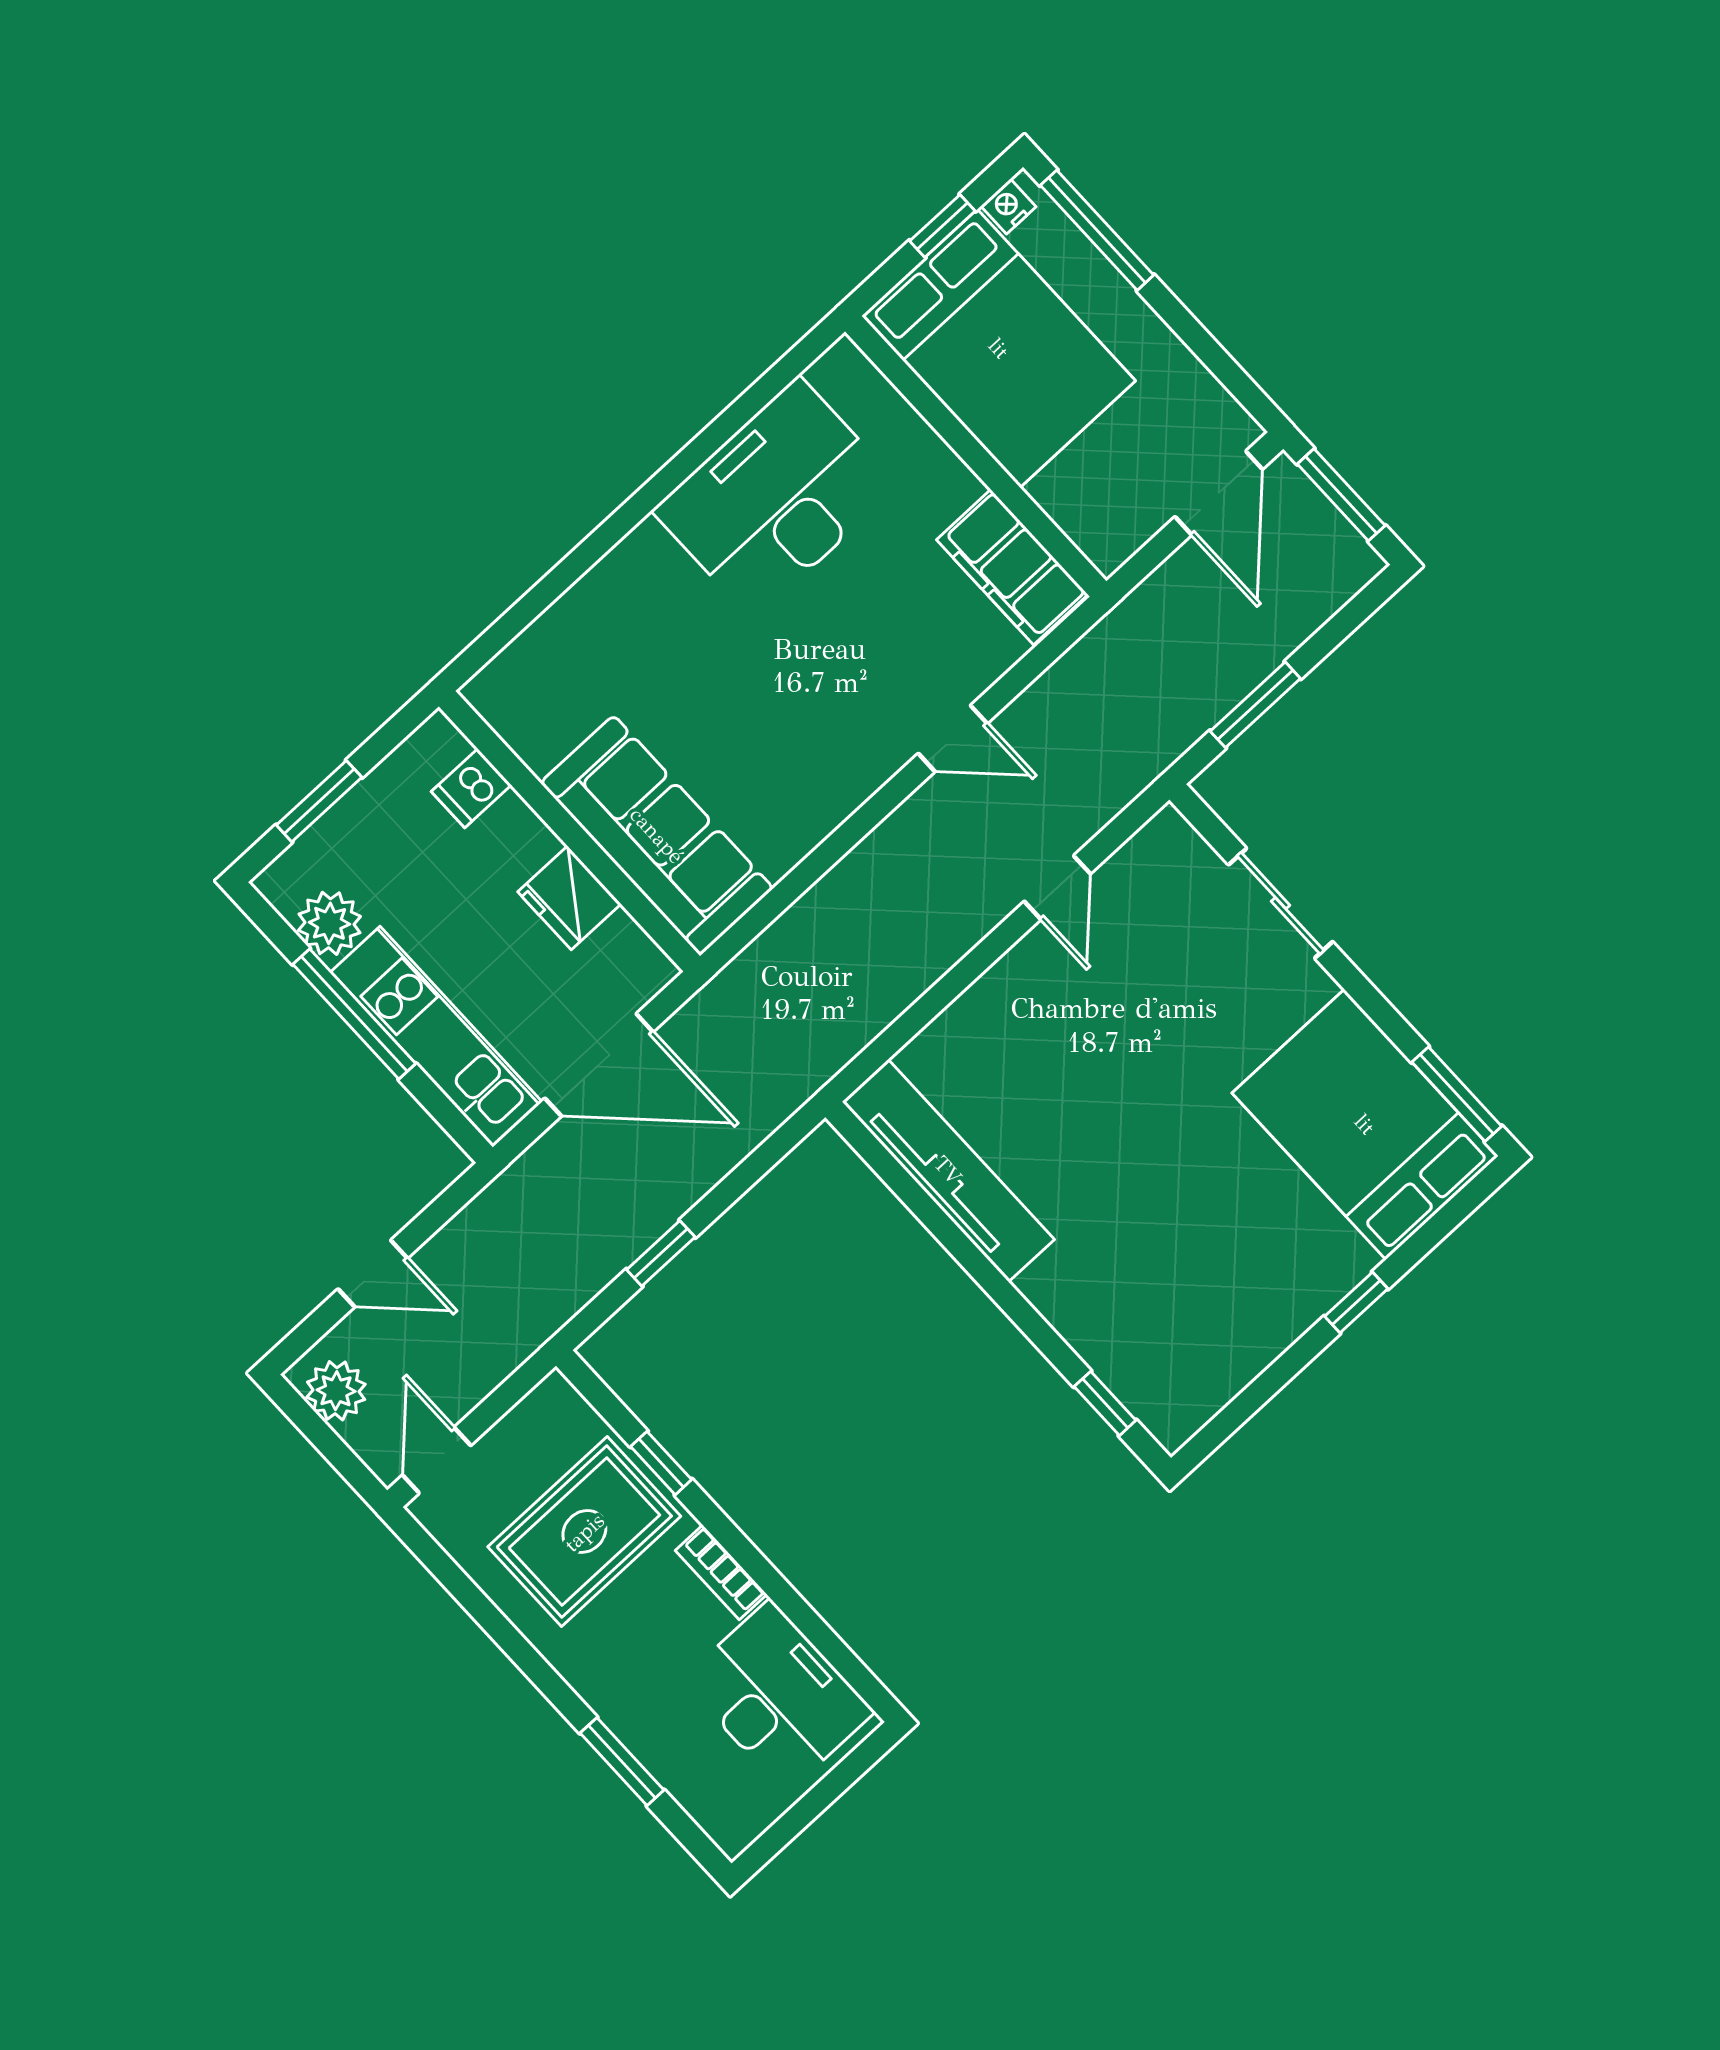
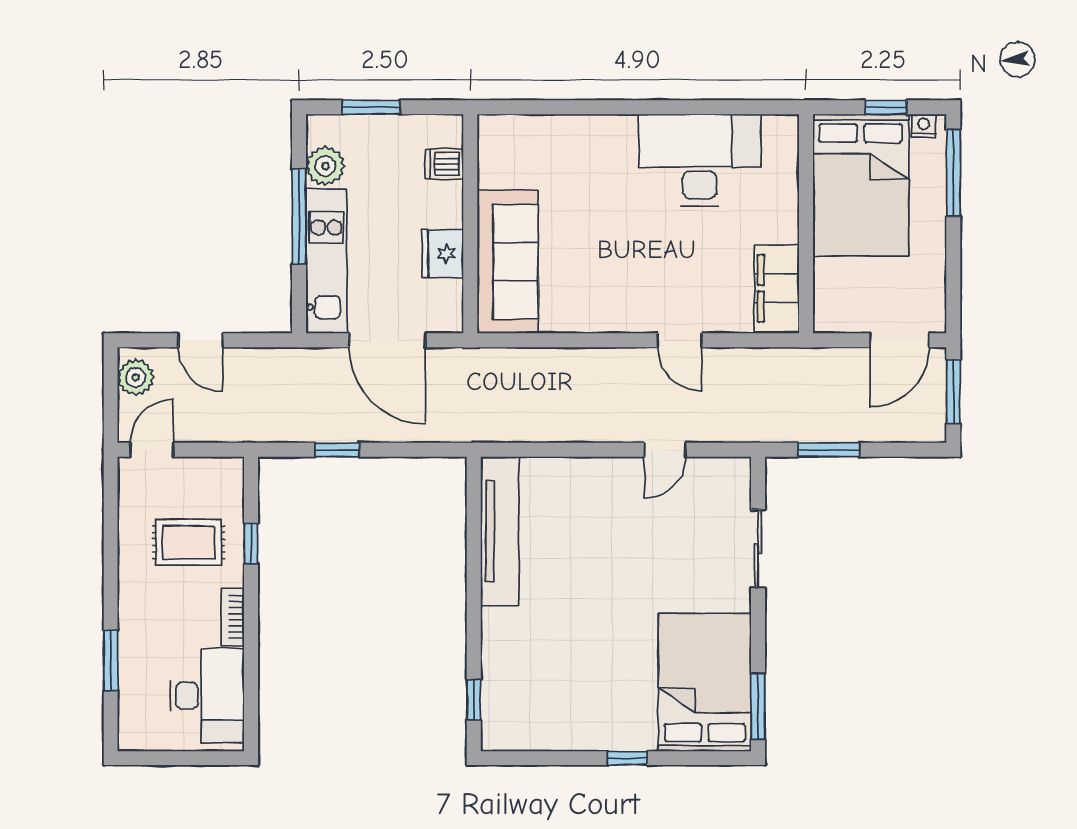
rug: (584, 1532) -> (189, 542), width x0.73, depth x0.70

